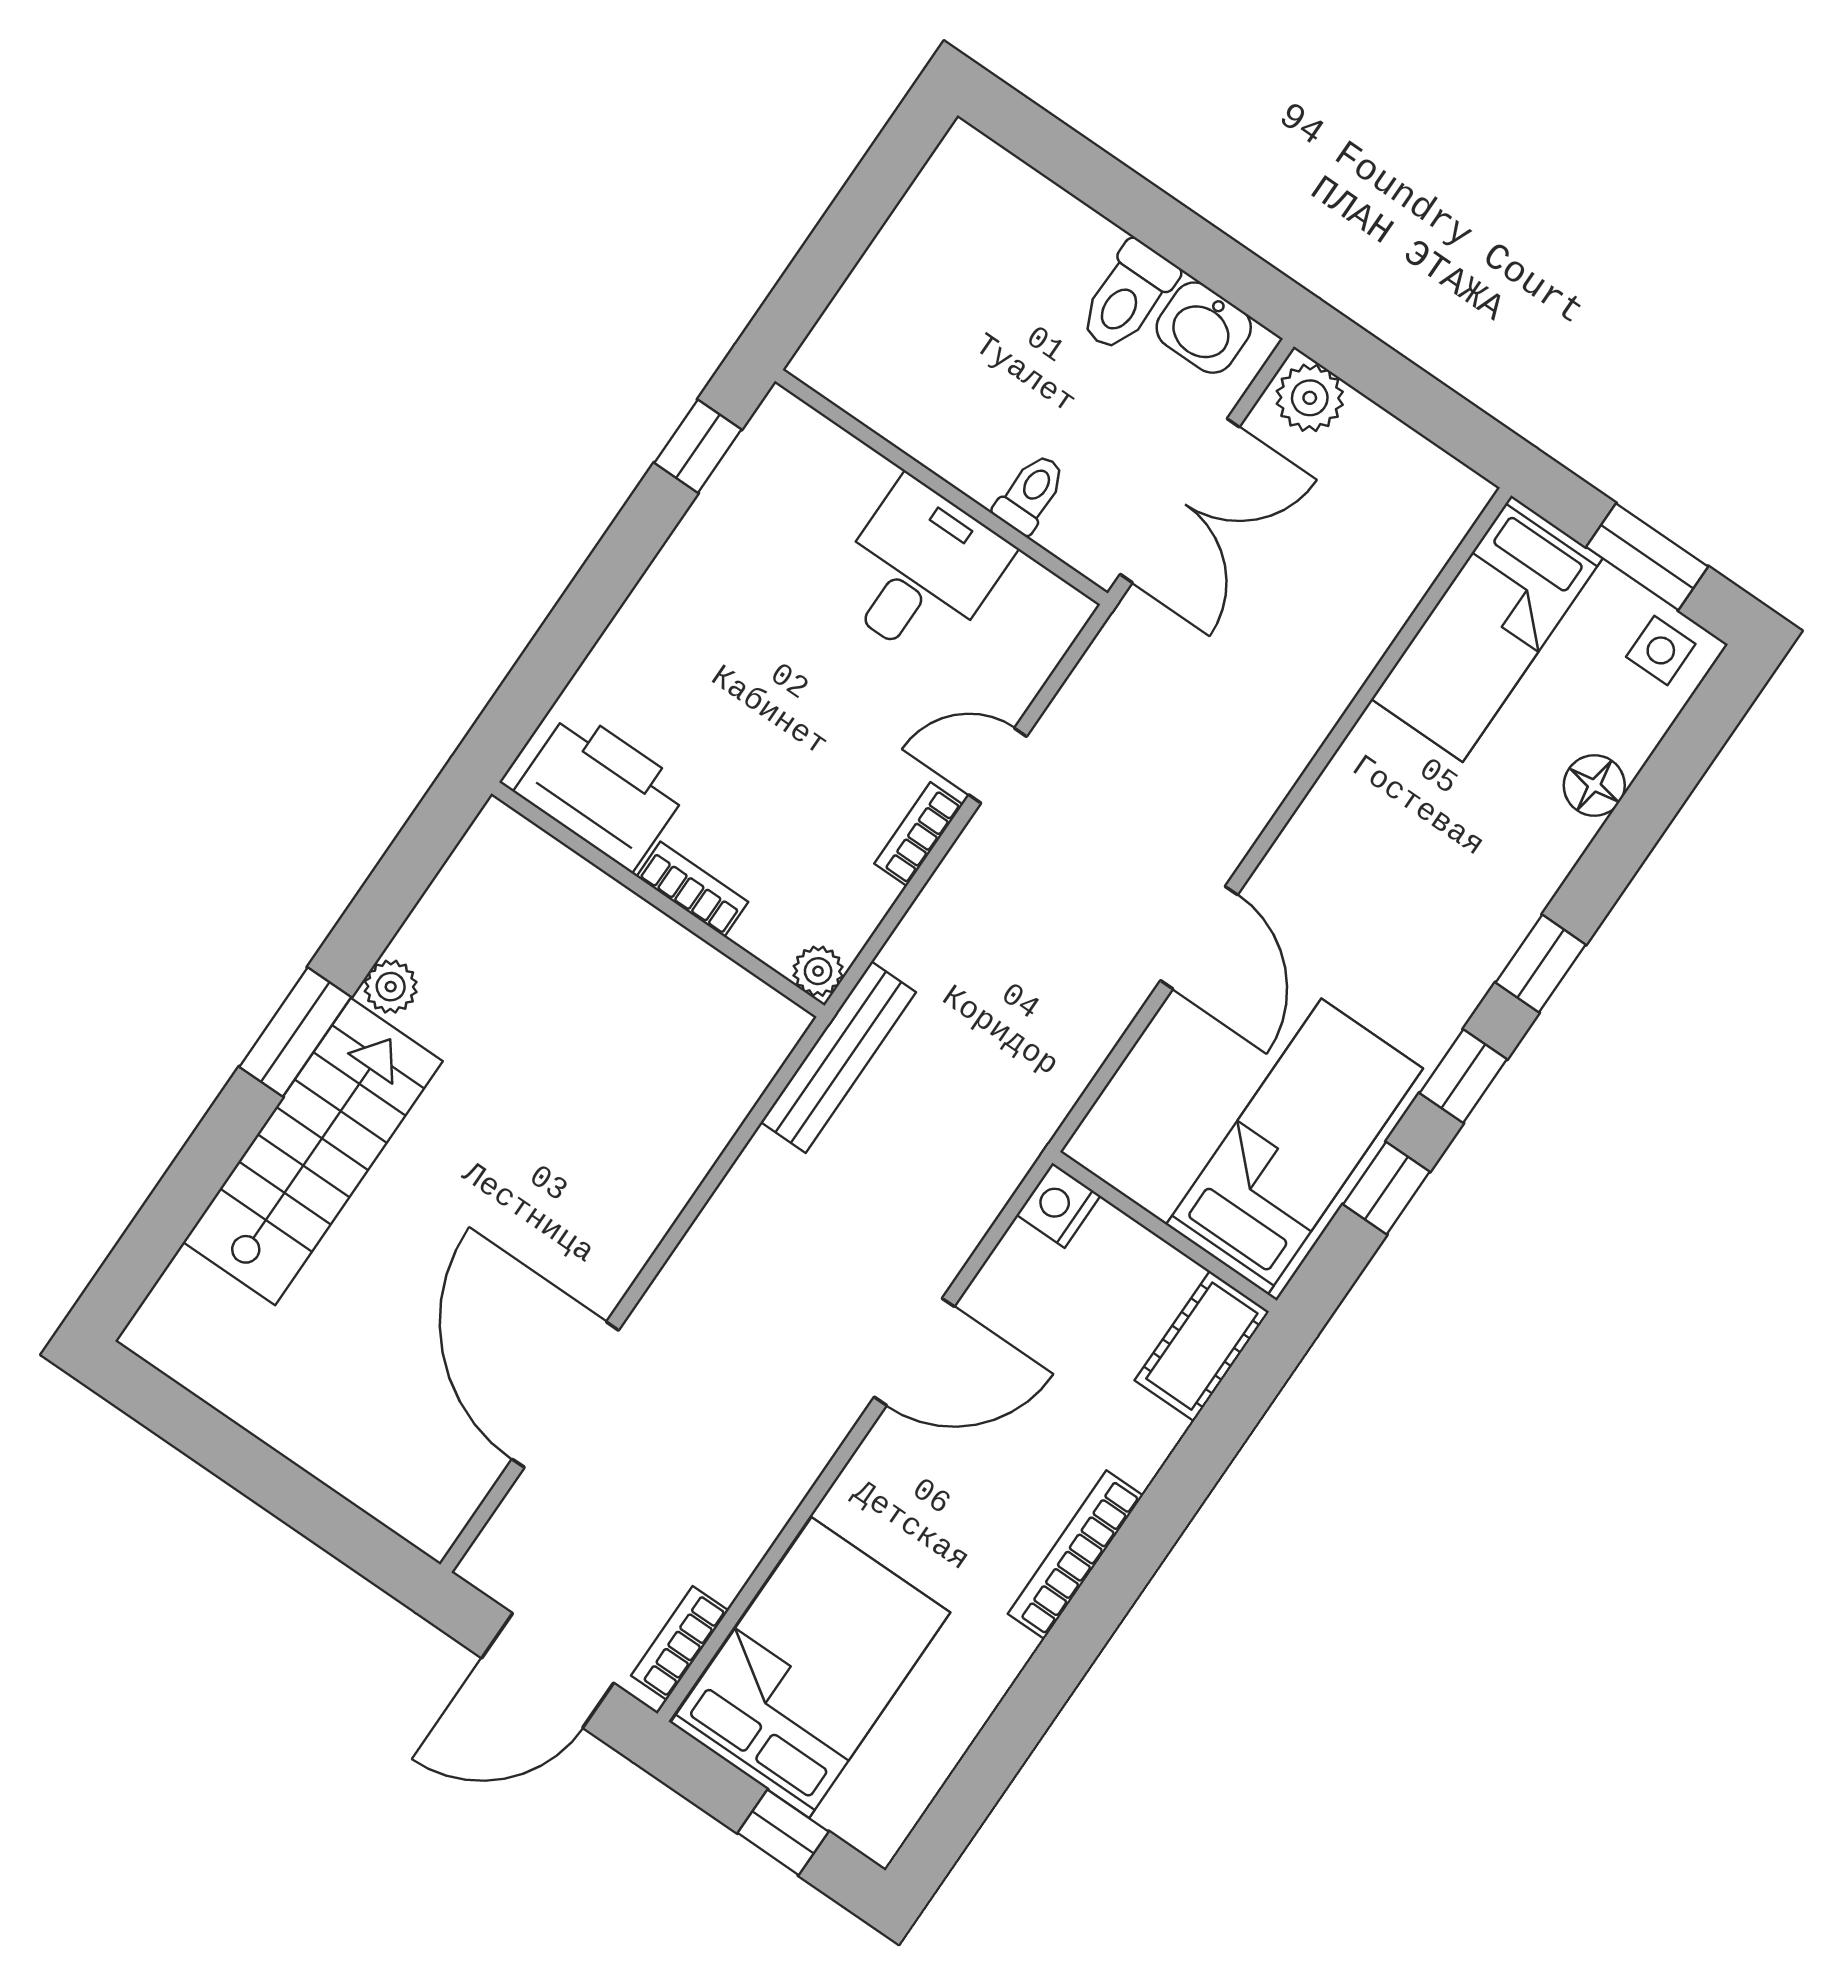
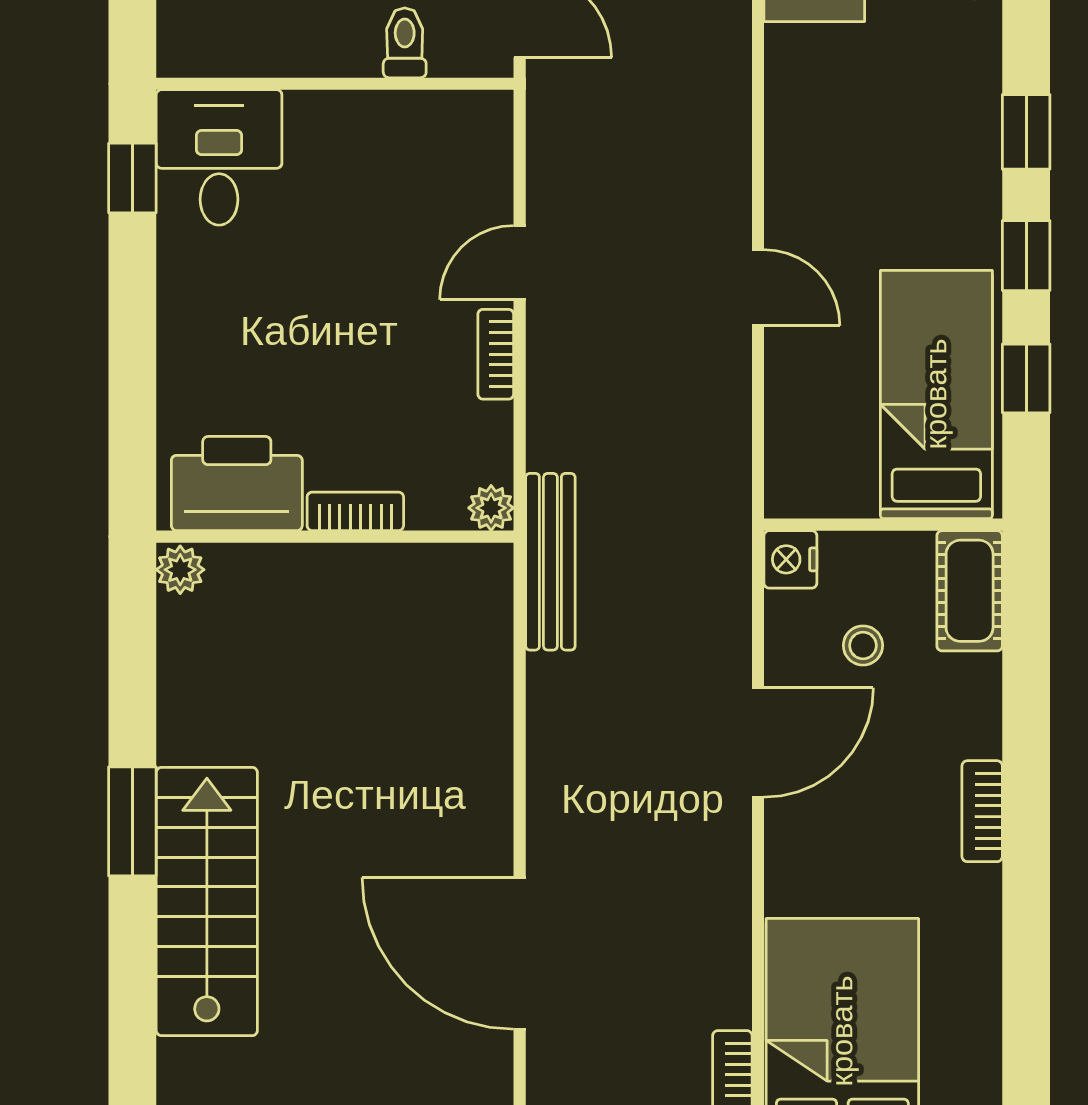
desk: (920, 571) -> (219, 157), moved
door: (1199, 938) -> (758, 288), width x0.73
plant: (391, 987) -> (180, 570), moved
stool: (1071, 1329) -> (863, 645), added
bookcase: (1075, 1555) -> (982, 811), width x0.64

